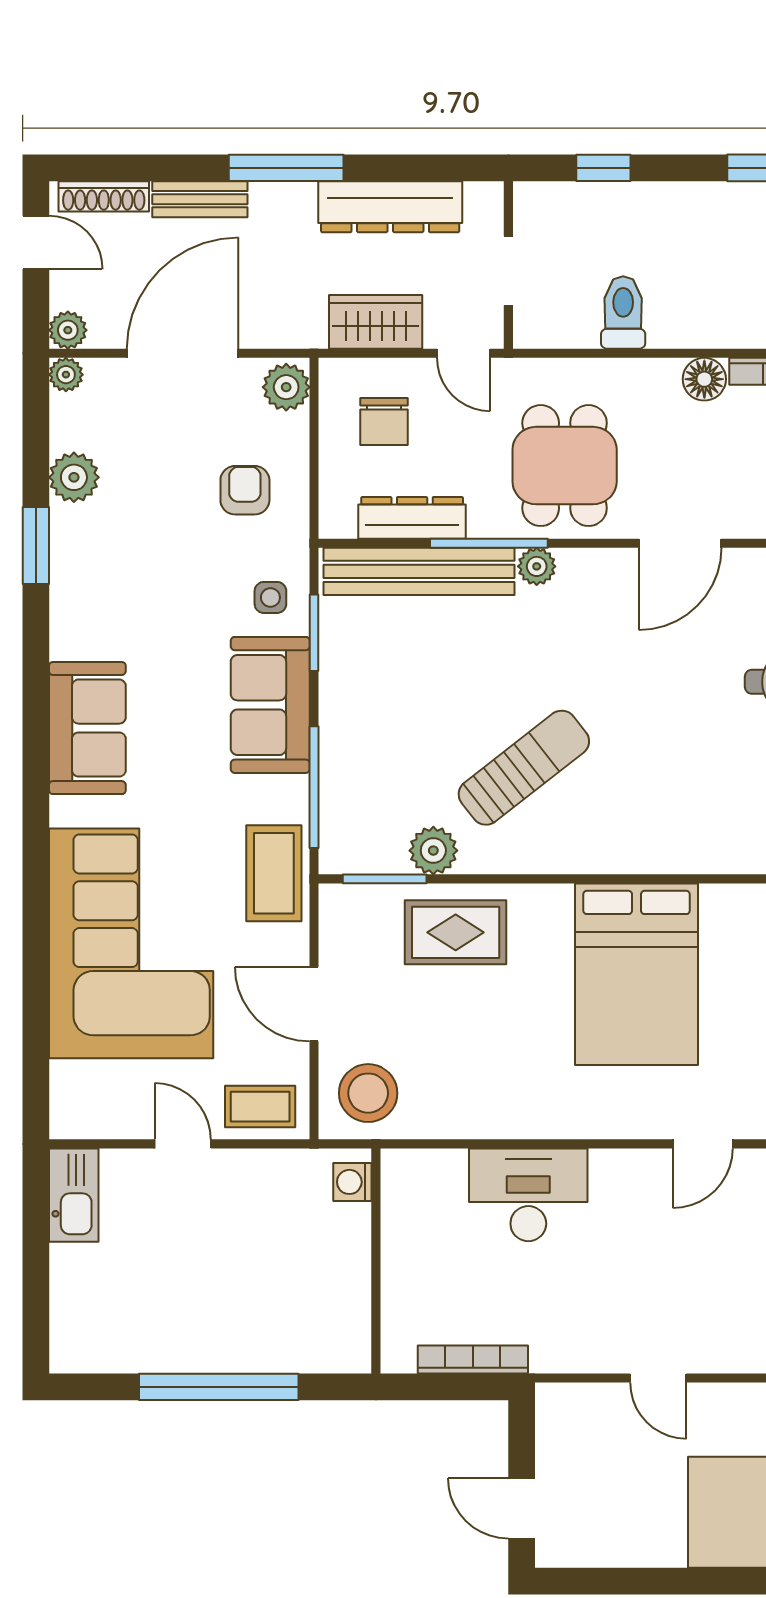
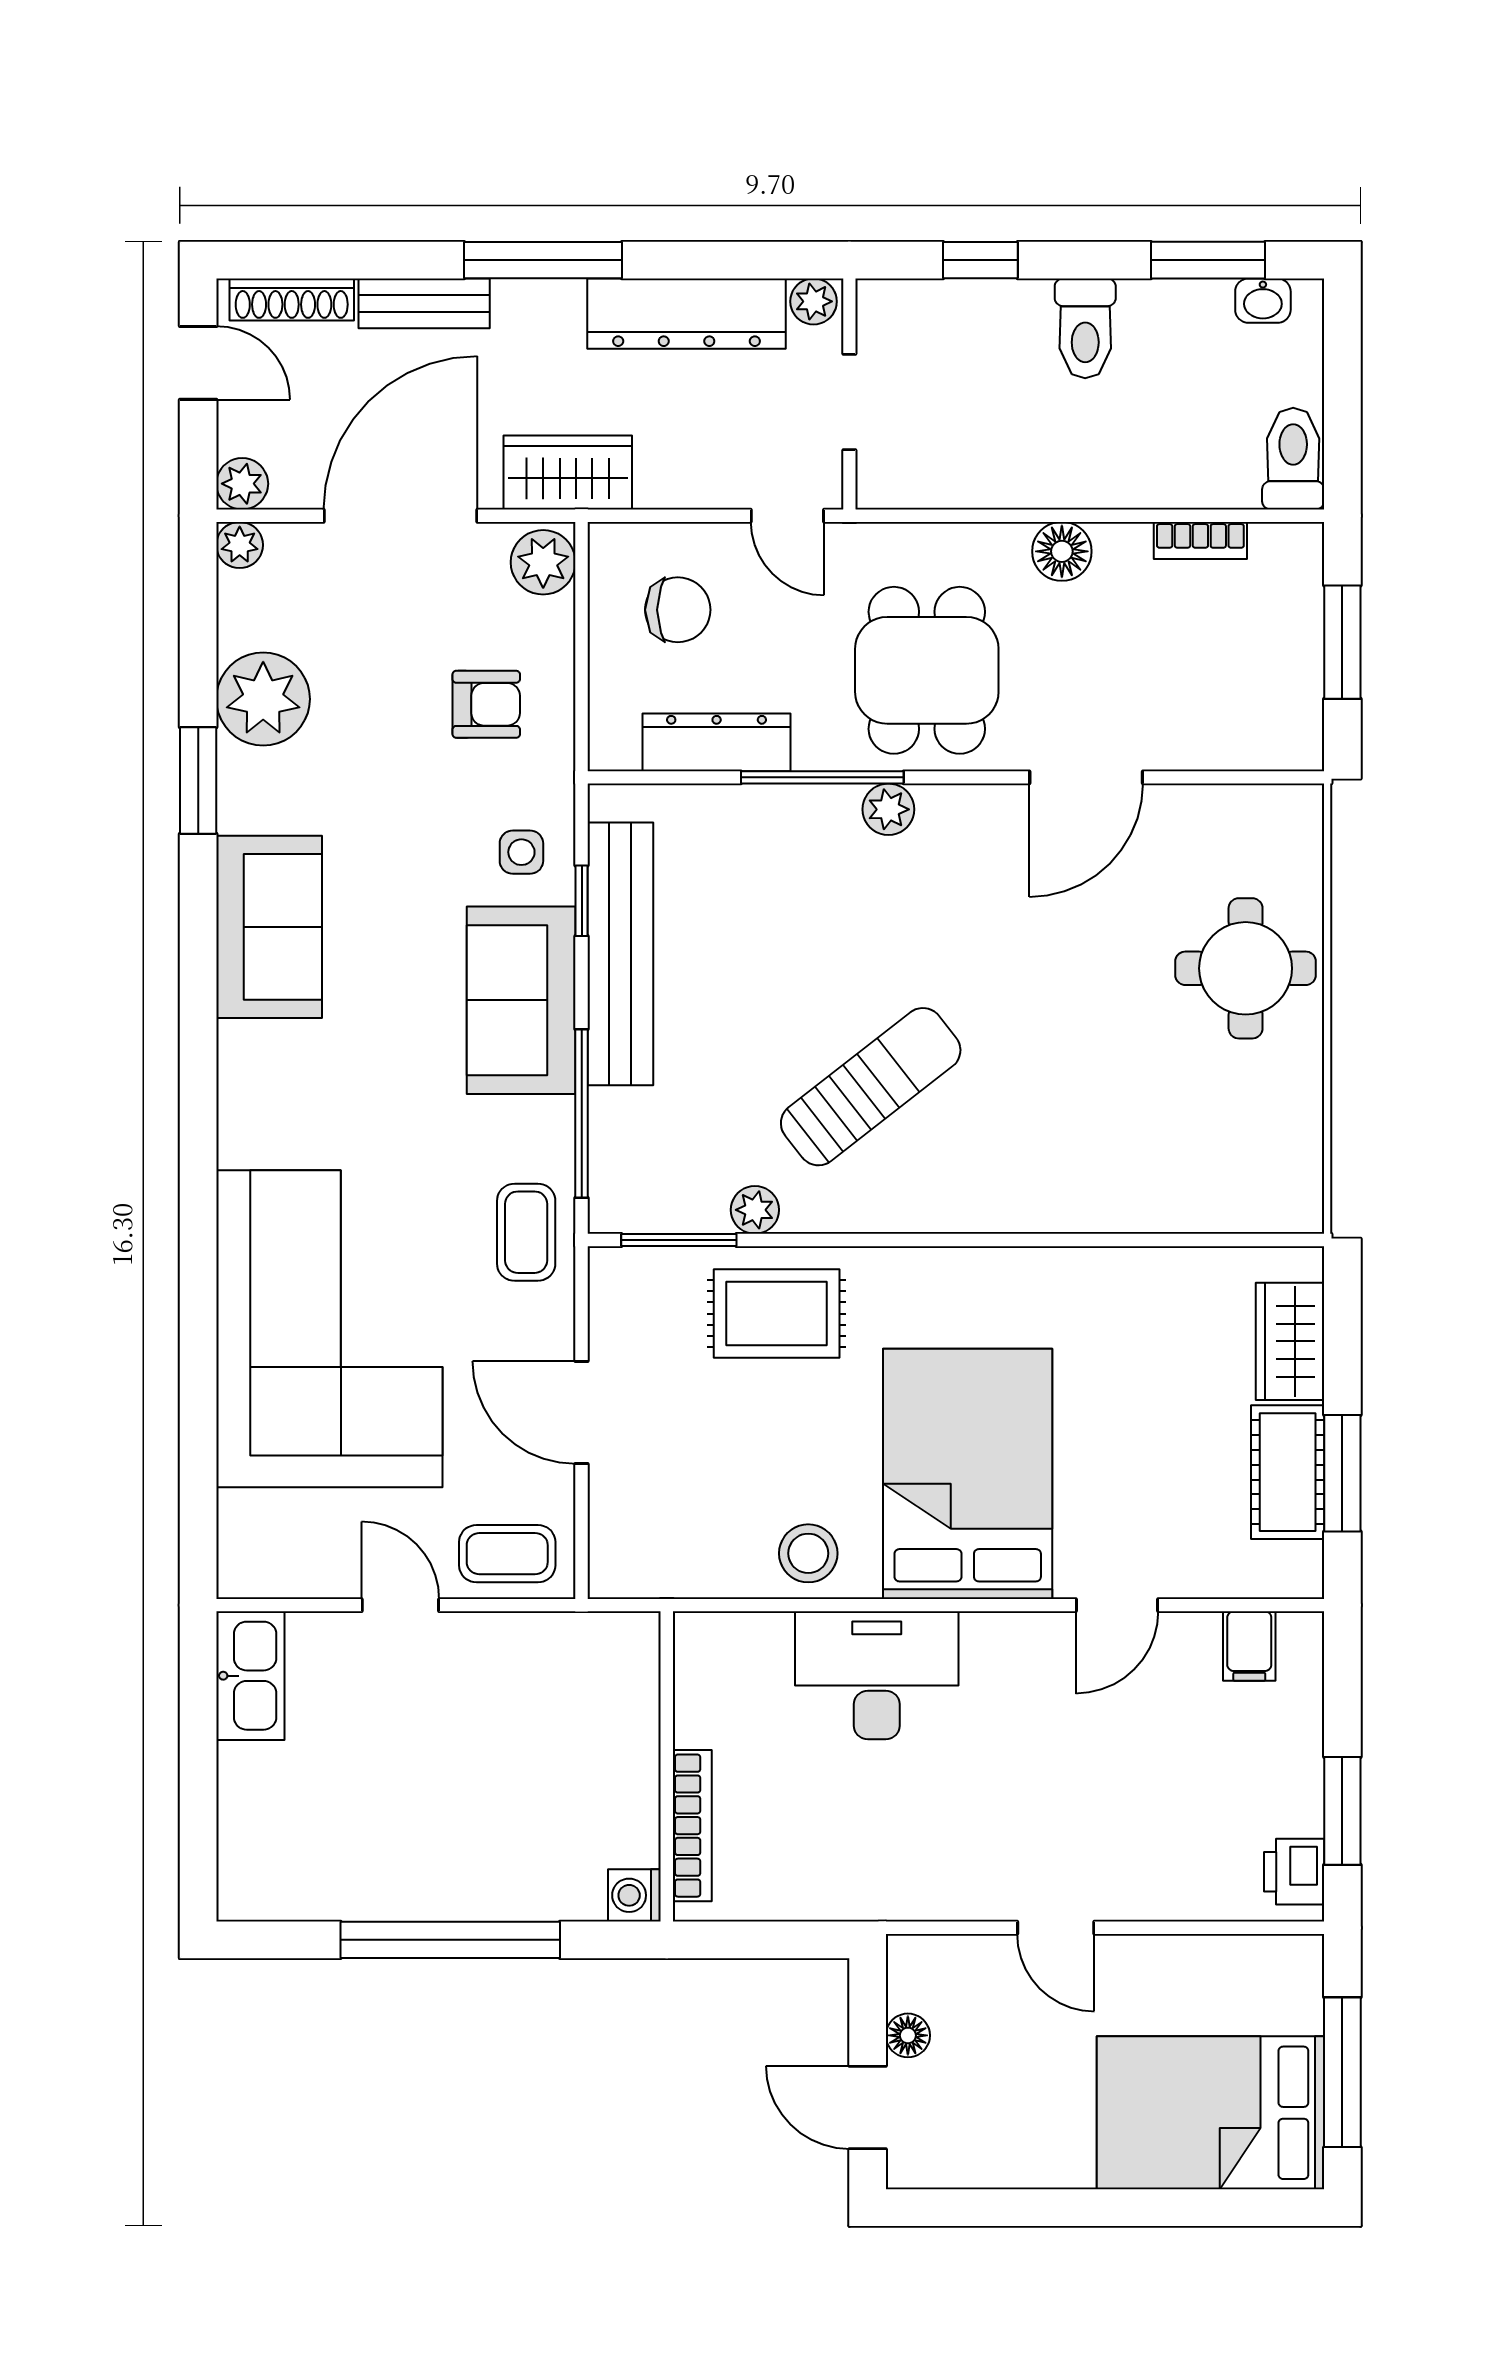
plant: (482, 198) -> (814, 301), added
toilet: (623, 313) -> (1085, 328), moved, turned 180
wardrobe: (376, 322) -> (568, 472), moved
floor lamp: (704, 379) -> (1062, 551), moved
chair: (384, 422) -> (678, 610), turned -90
plant: (74, 477) -> (263, 699), width x1.36, depth x1.36
armchair: (245, 490) -> (486, 704), turned 90
bench: (419, 571) -> (620, 954), moved, turned 90
window: (314, 633) -> (582, 901), width x0.67
sofa: (87, 728) -> (269, 927), moved
plant: (433, 851) -> (755, 1210), width x0.73, depth x0.73
coffee table: (274, 873) -> (526, 1232), width x0.73, depth x0.77
bed: (637, 974) -> (968, 1474), moved, turned 180
stool: (368, 1093) -> (808, 1553), moved, width x0.73, depth x0.73
washing machine: (352, 1182) -> (634, 1895), moved
bookcase: (473, 1359) -> (692, 1826), moved, turned 90
floor lamp: (551, 1456) -> (908, 2035), added

